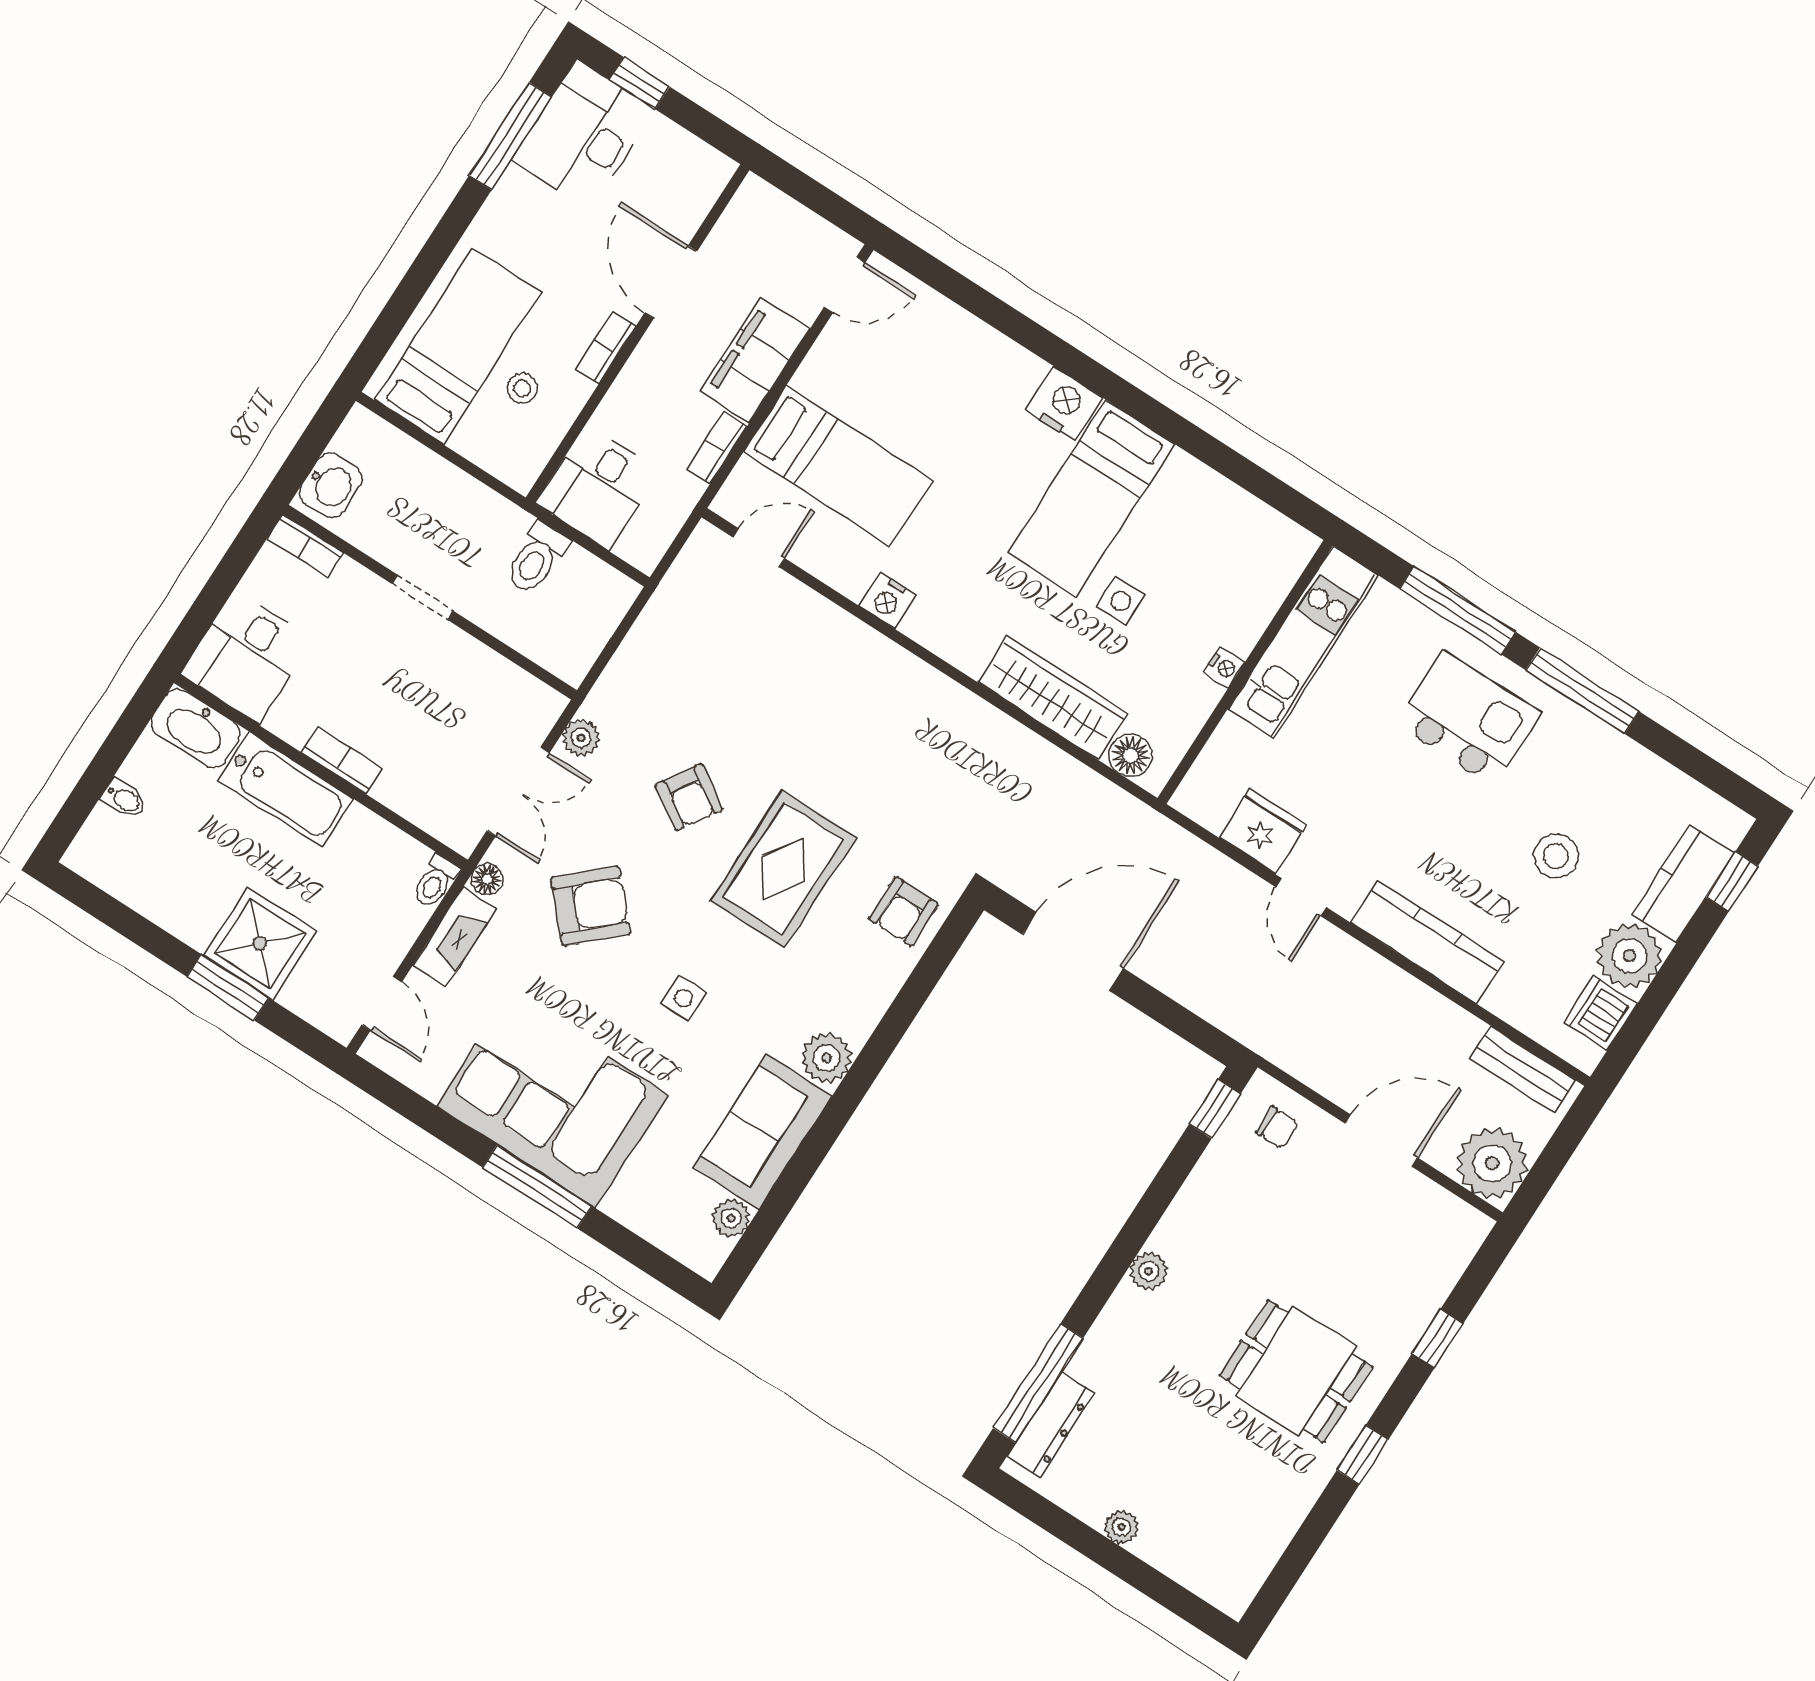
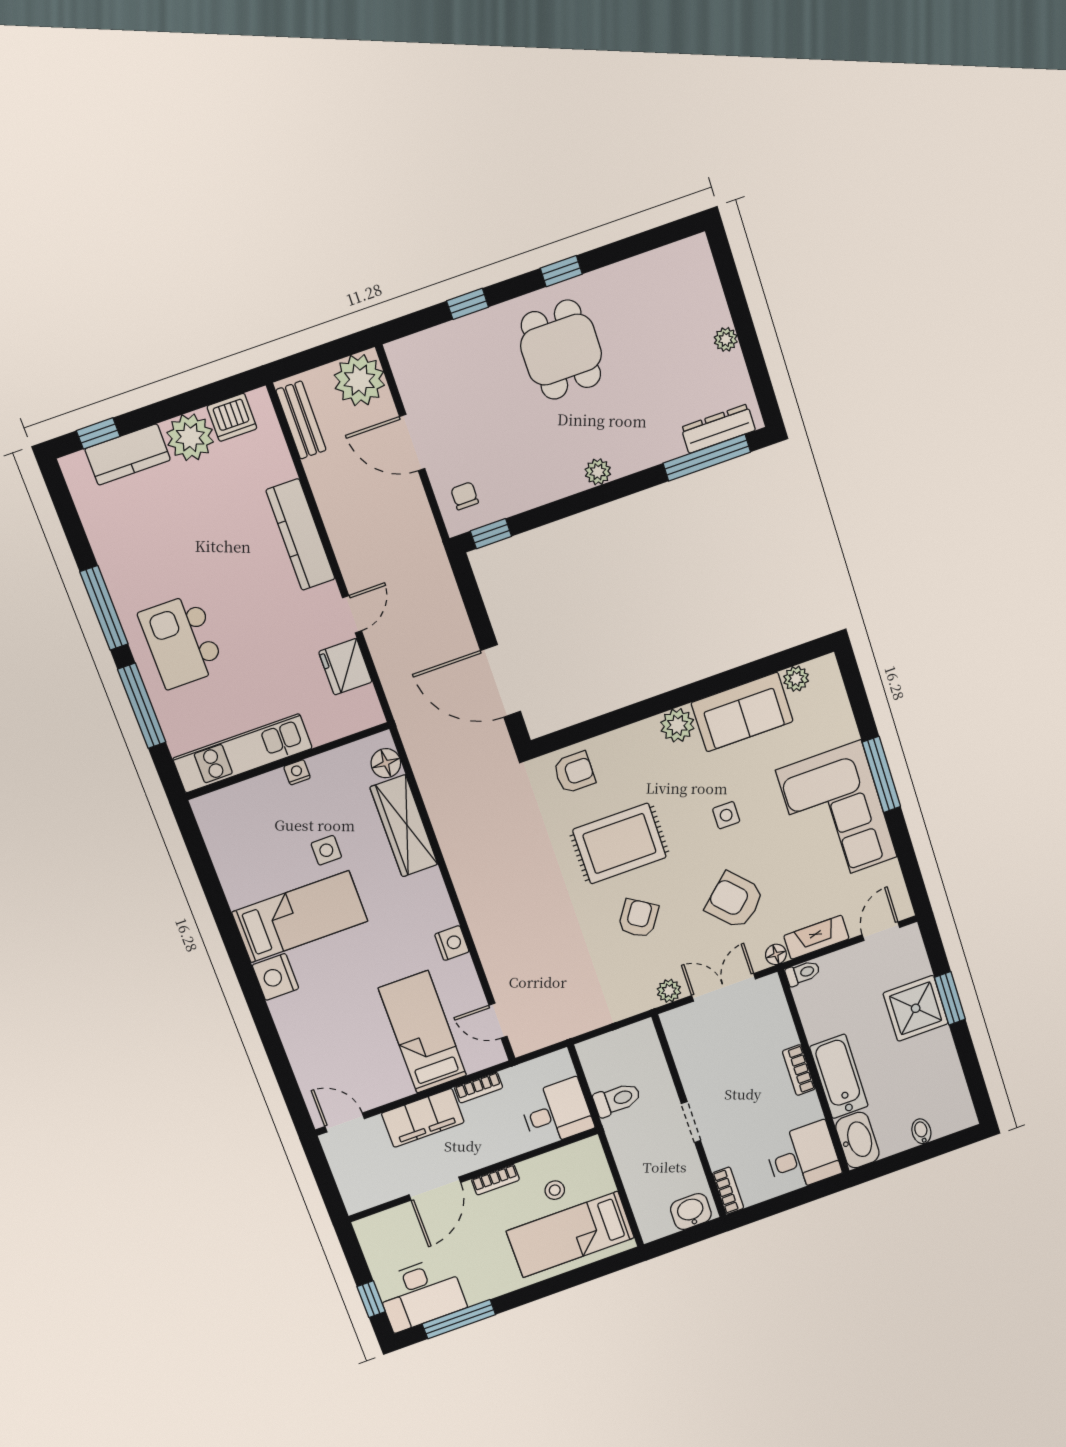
stool: (1556, 856) -> (190, 527), removed

